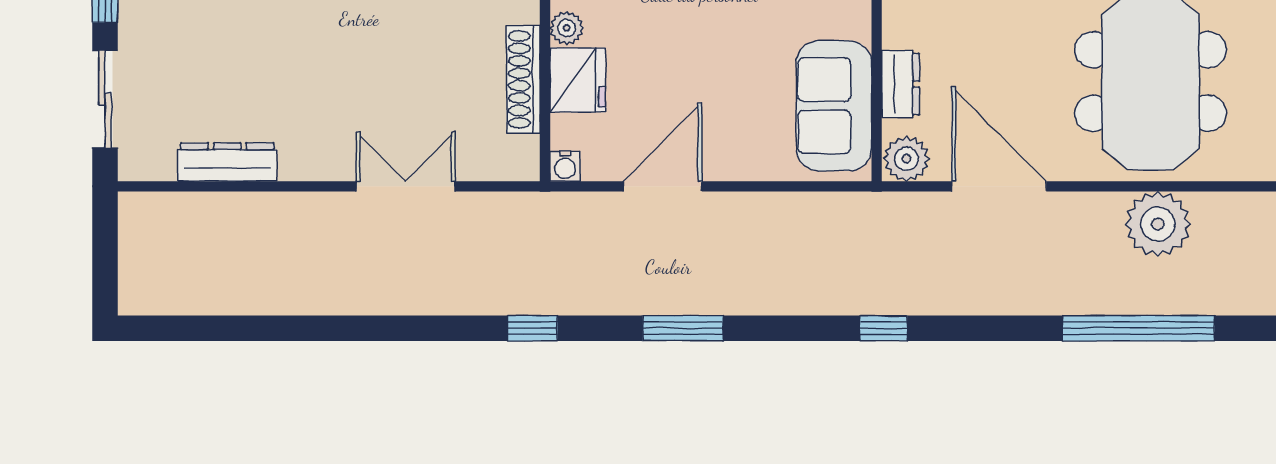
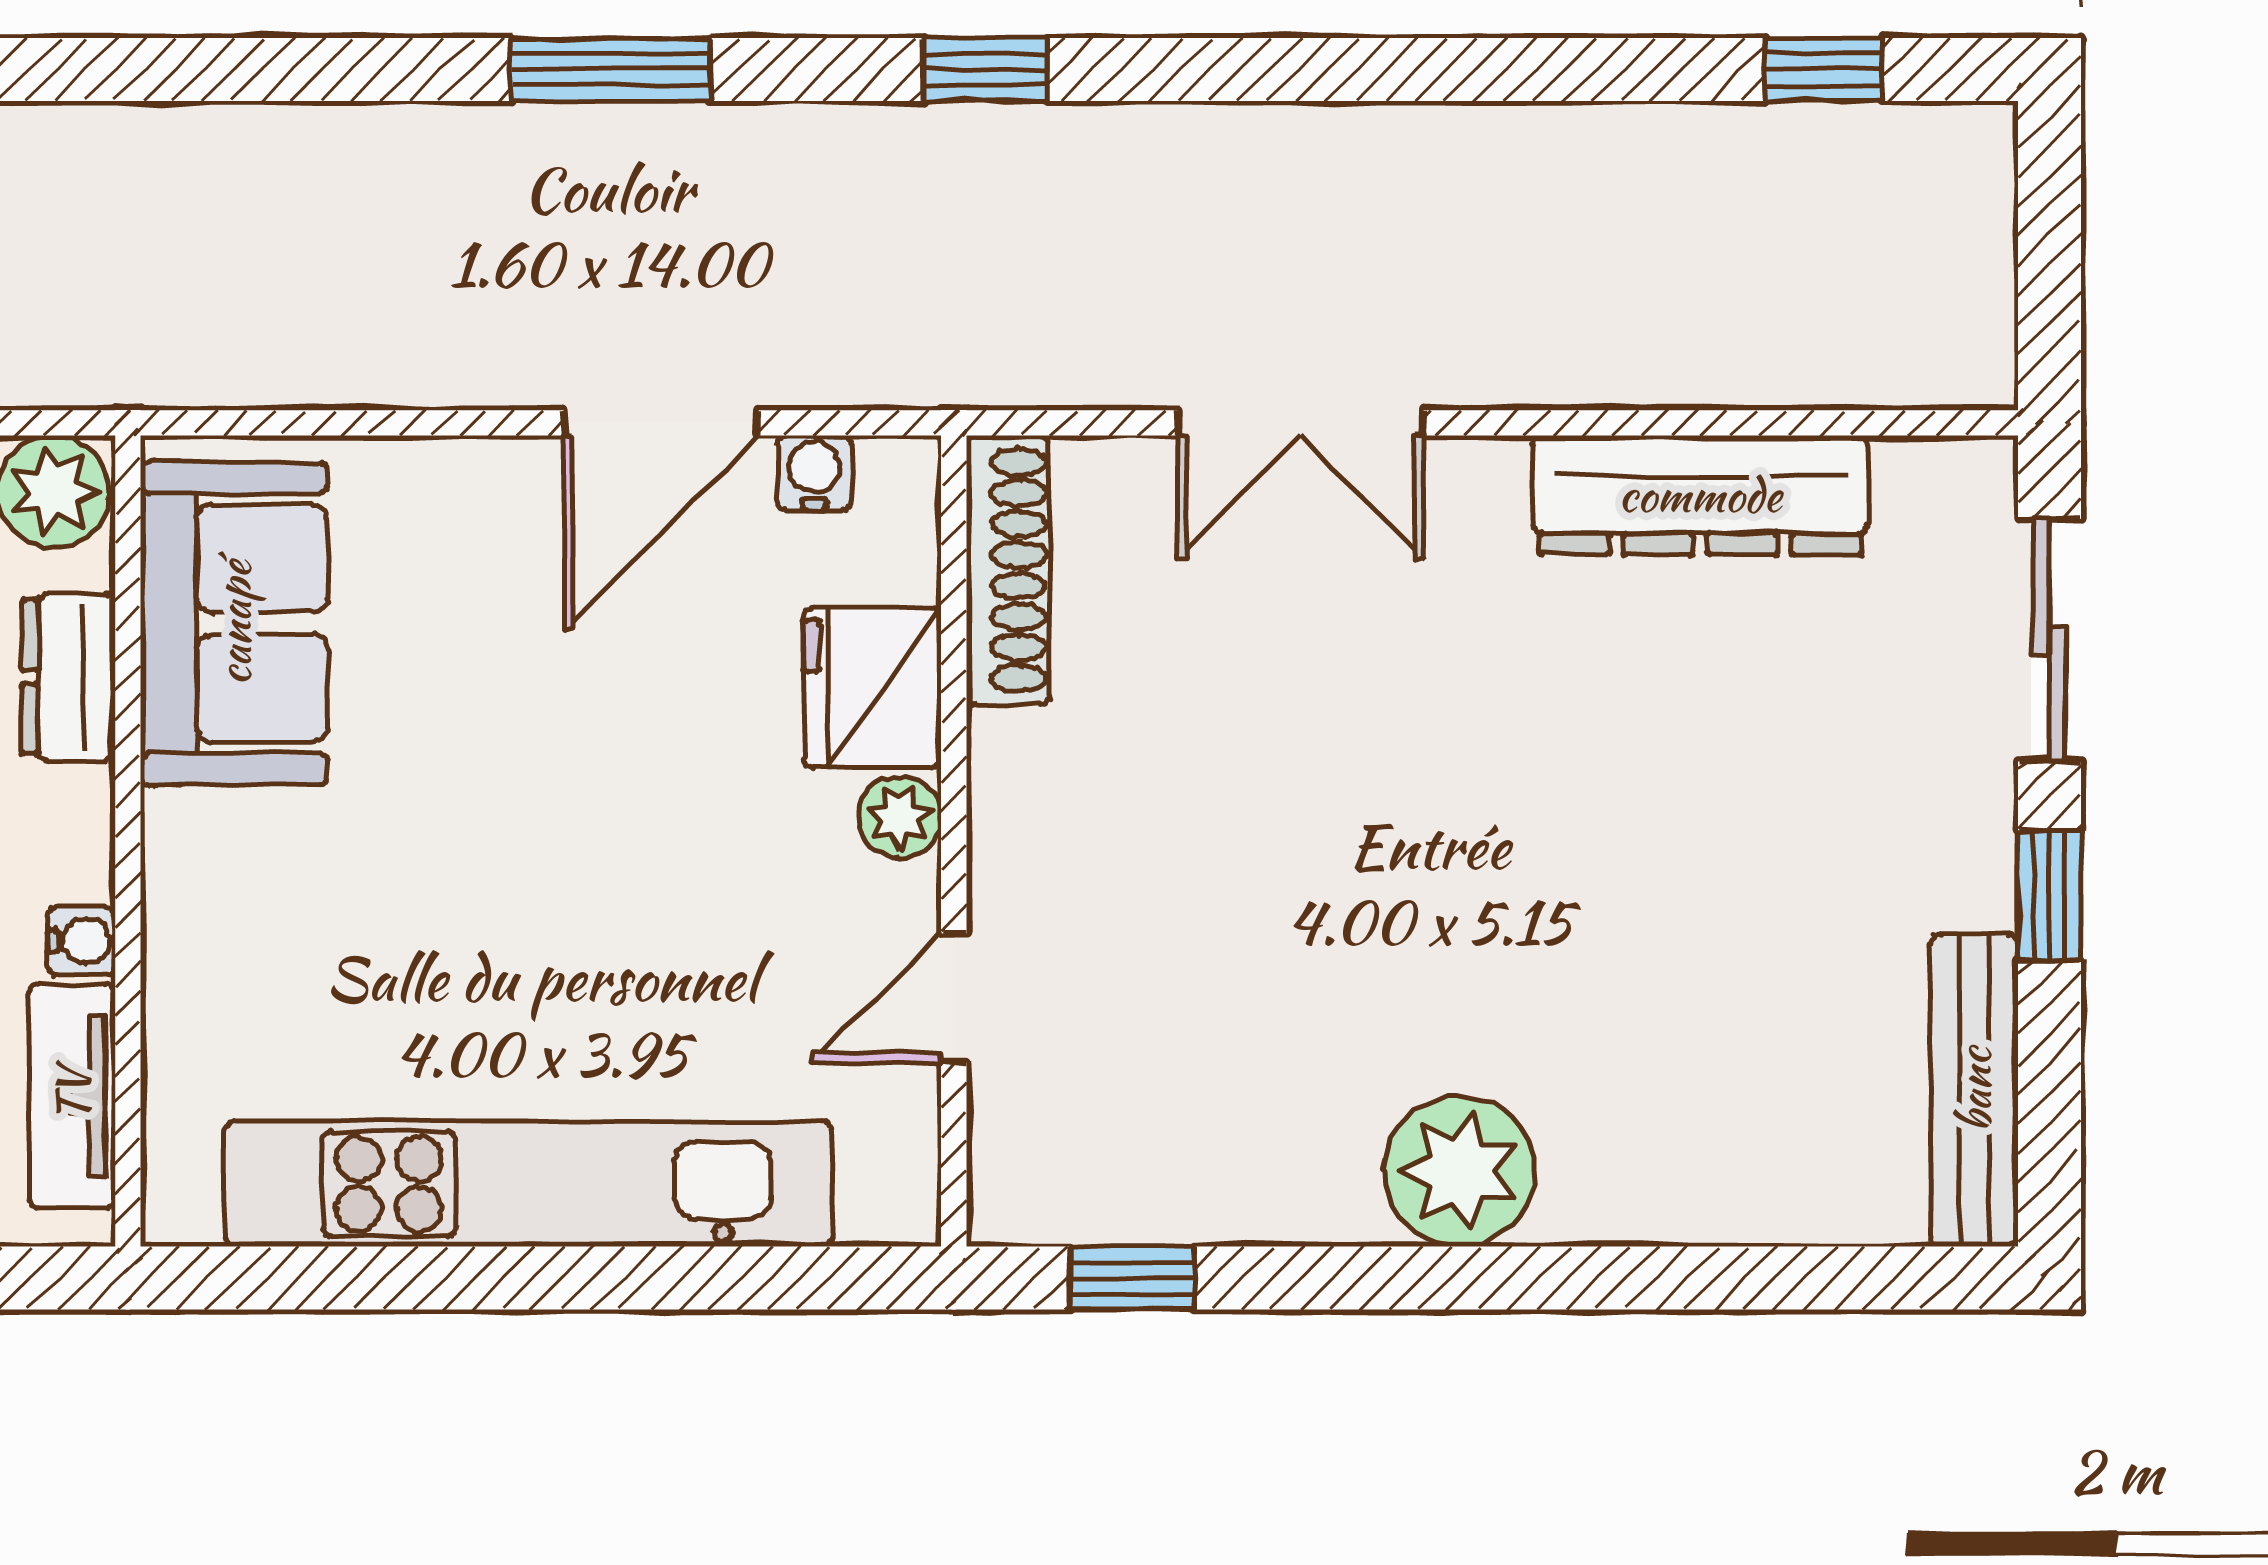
shoe rack: (523, 79) -> (1008, 570), moved
dresser: (227, 162) -> (1700, 495), width x1.37, depth x1.24
water cooler: (565, 166) -> (814, 473), moved
window: (884, 328) -> (1823, 69), moved

